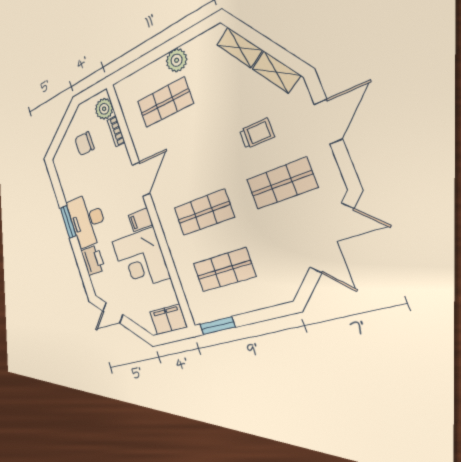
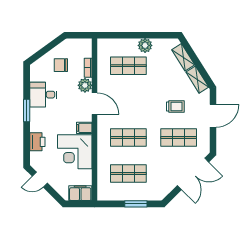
plant: (104, 109) -> (85, 85), moved
door: (141, 179) -> (94, 104), hinge flipped
desk: (87, 220) -> (43, 95), moved, width x0.73
window: (217, 326) -> (136, 204), moved

